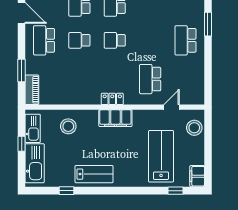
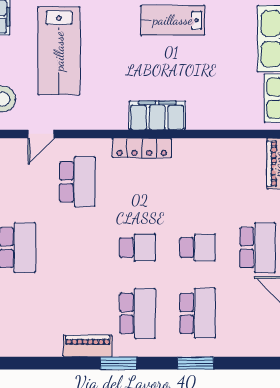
locker: (112, 99) -> (142, 148), width x1.53
filing cabinet: (115, 118) -> (157, 115), moved
stool: (68, 126) -> (216, 101), removed

